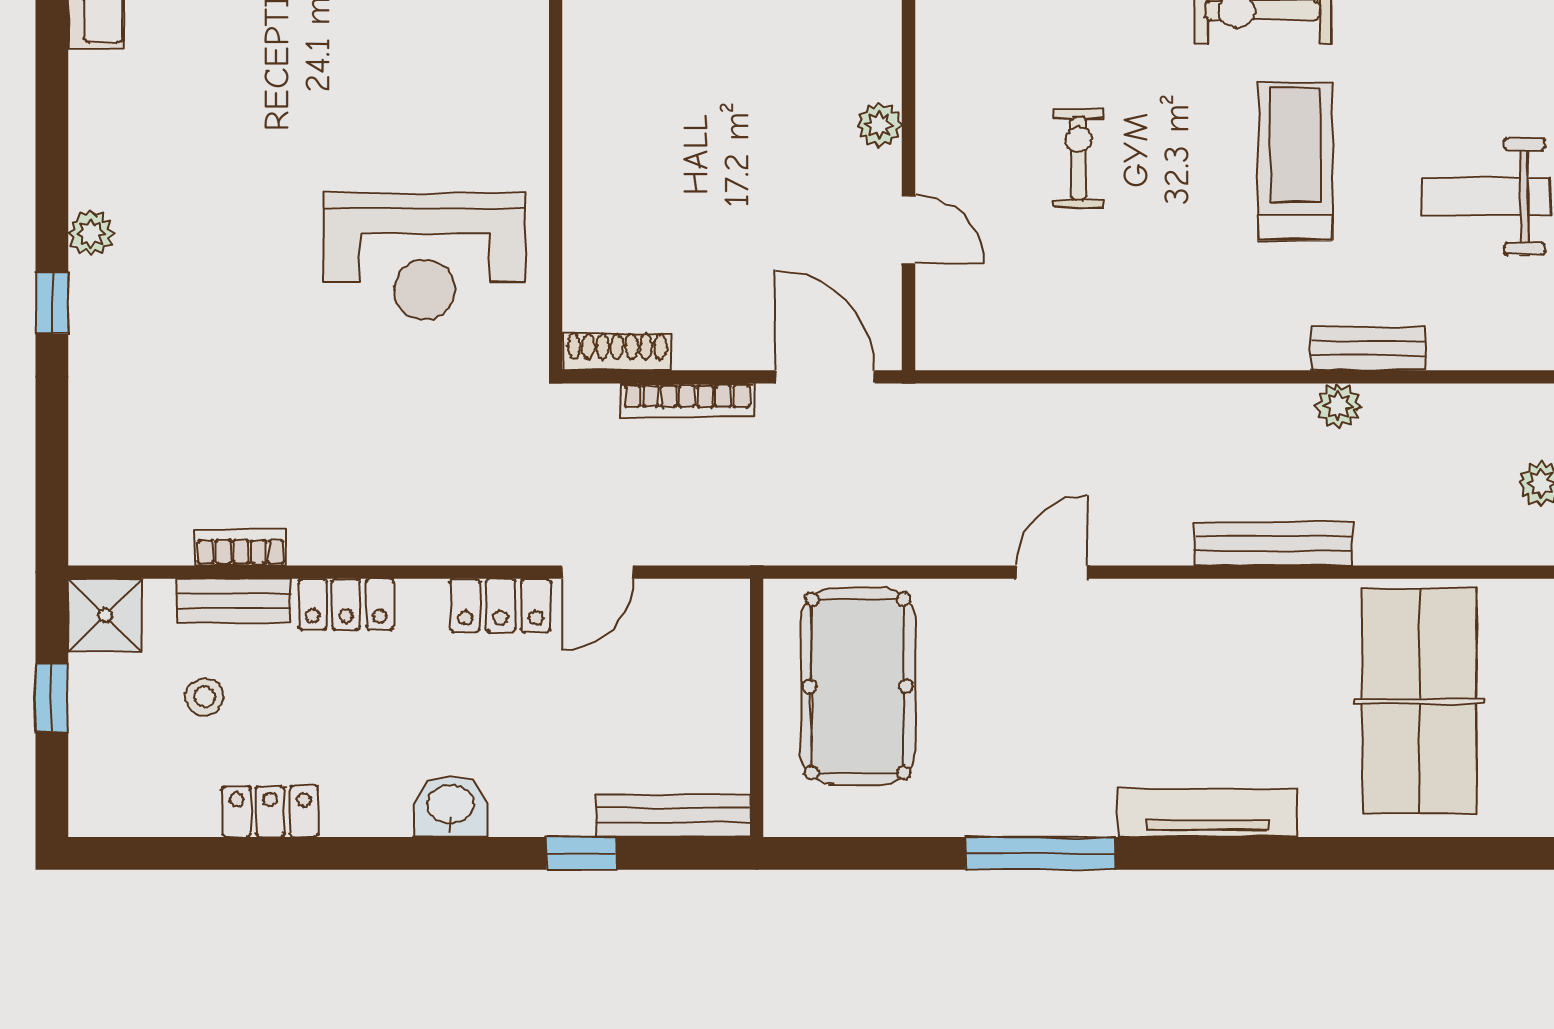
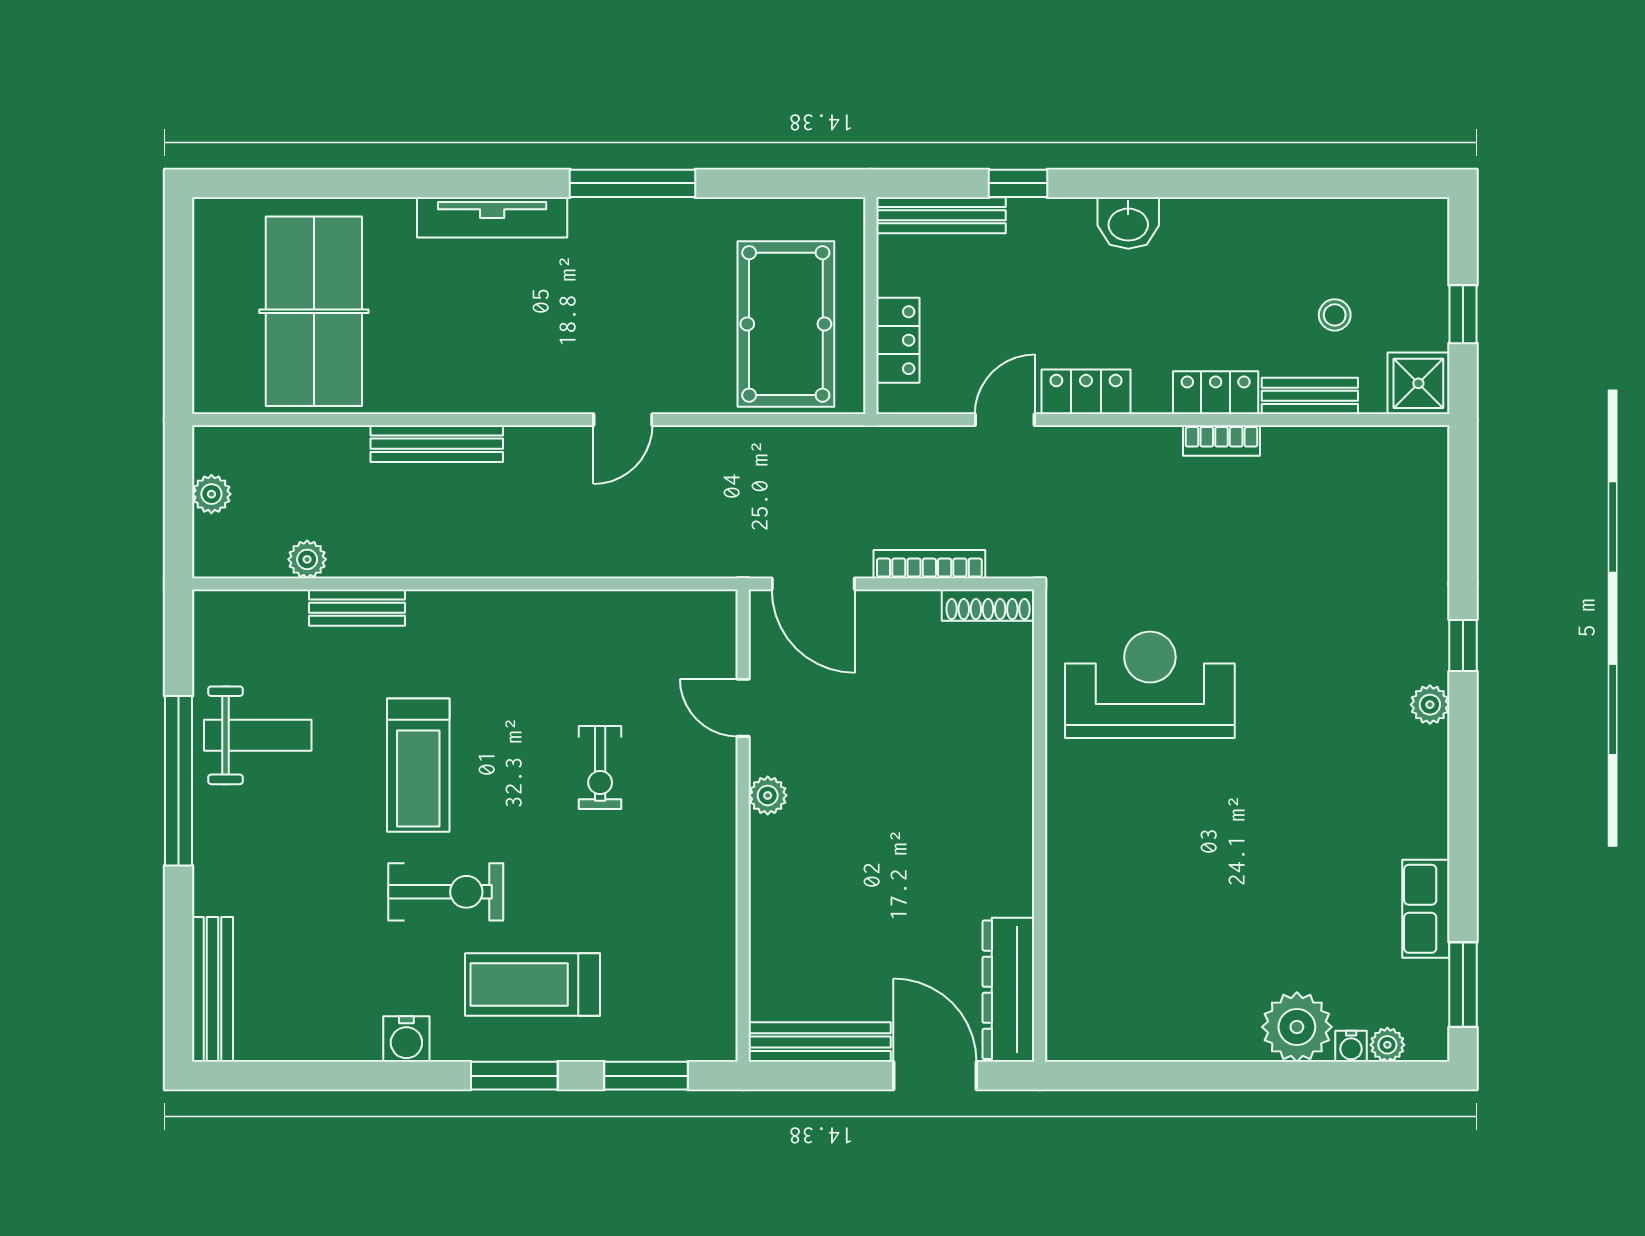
plant: (1338, 406) -> (307, 559), moved
bookcase: (241, 547) -> (1221, 440), moved
locker: (270, 811) -> (898, 340), moved, turned -90

